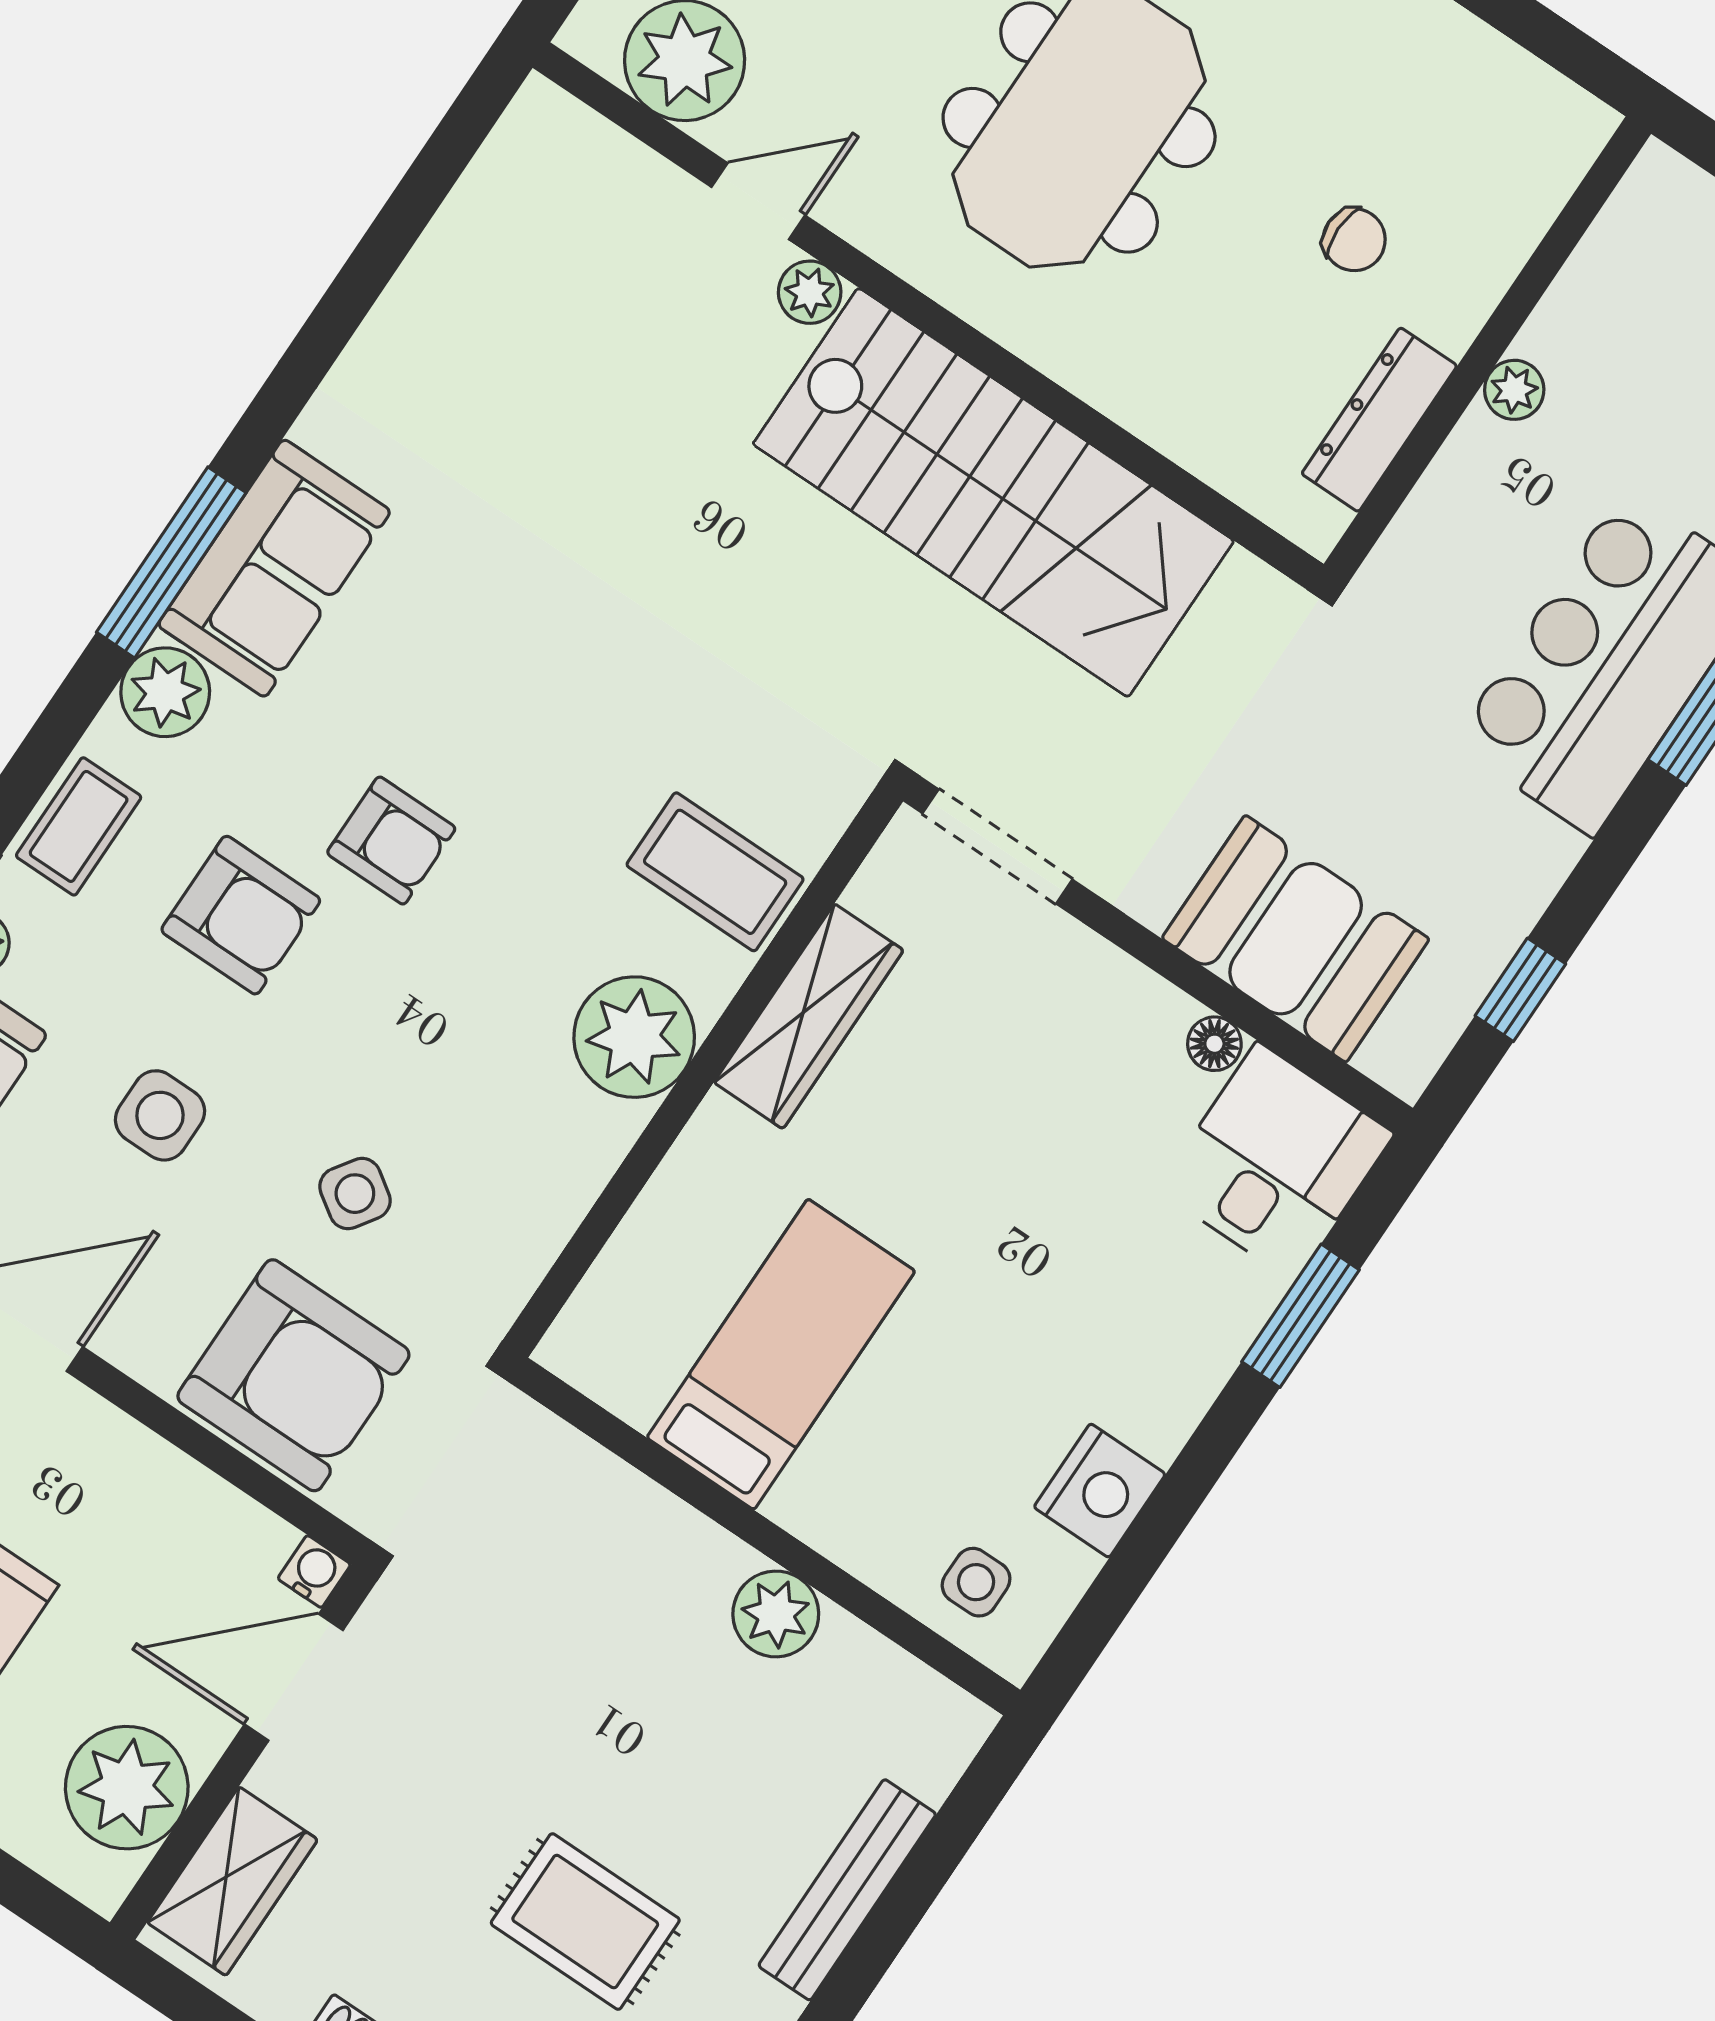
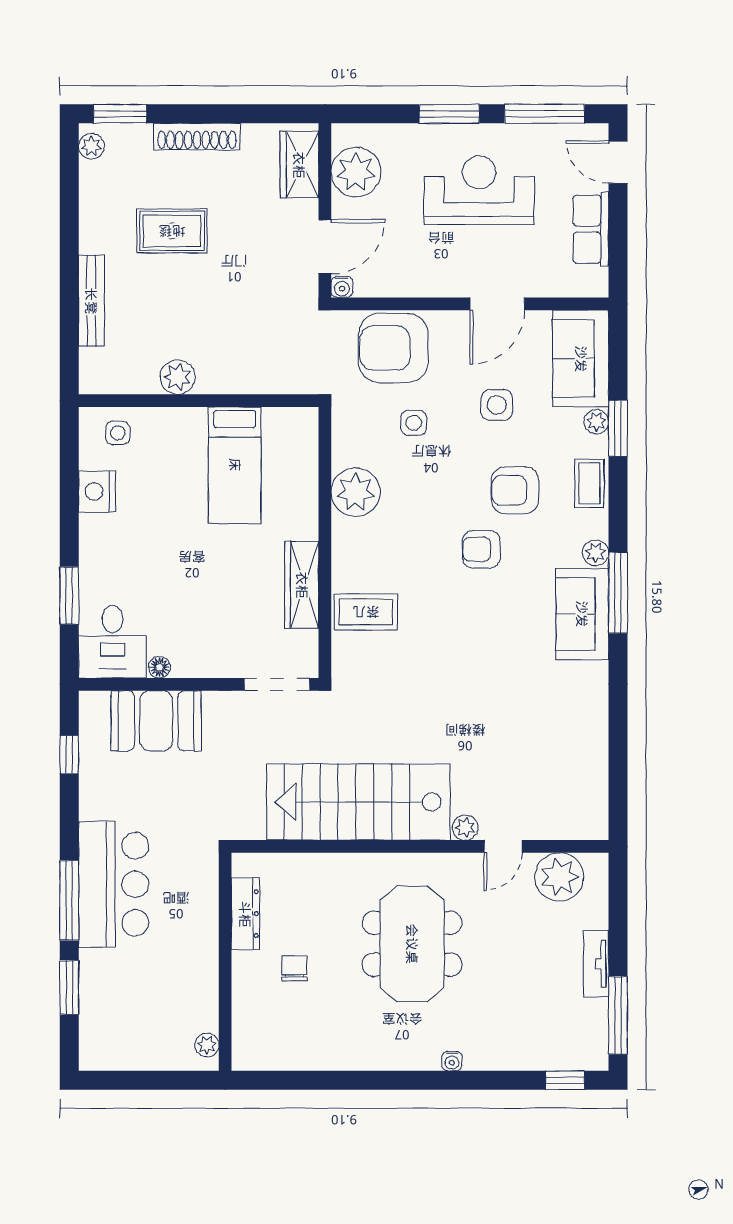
chair: (1354, 240) -> (294, 968), turned 90
plant: (1514, 390) -> (207, 1045), moved
plant: (165, 692) -> (596, 553), width x0.73, depth x0.73
plant: (634, 1037) -> (356, 492), moved
side table: (355, 1194) -> (414, 423), turned -34

